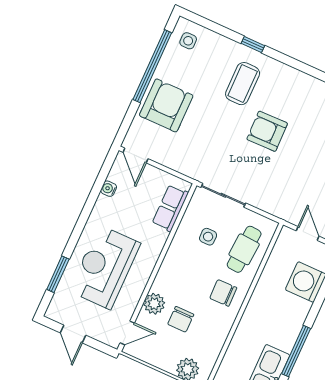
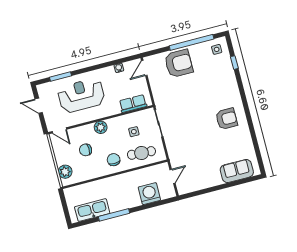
window: (253, 44) -> (234, 63), moved
coffee table: (243, 84) -> (217, 90), removed
armchair: (267, 131) -> (227, 119), moved, turned 91
plant: (154, 304) -> (101, 127), moved
door: (73, 334) -> (39, 106), hinge flipped

